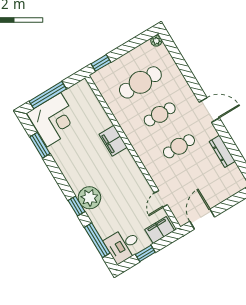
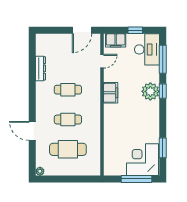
window: (101, 63) -> (87, 179), removed
door: (209, 110) -> (32, 131), moved
filing cabinet: (113, 141) -> (111, 93), moved
desk: (123, 245) -> (147, 49), width x1.37

